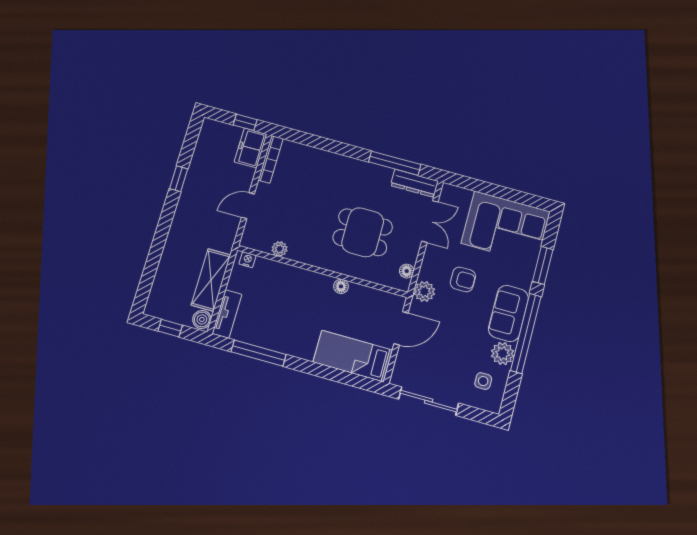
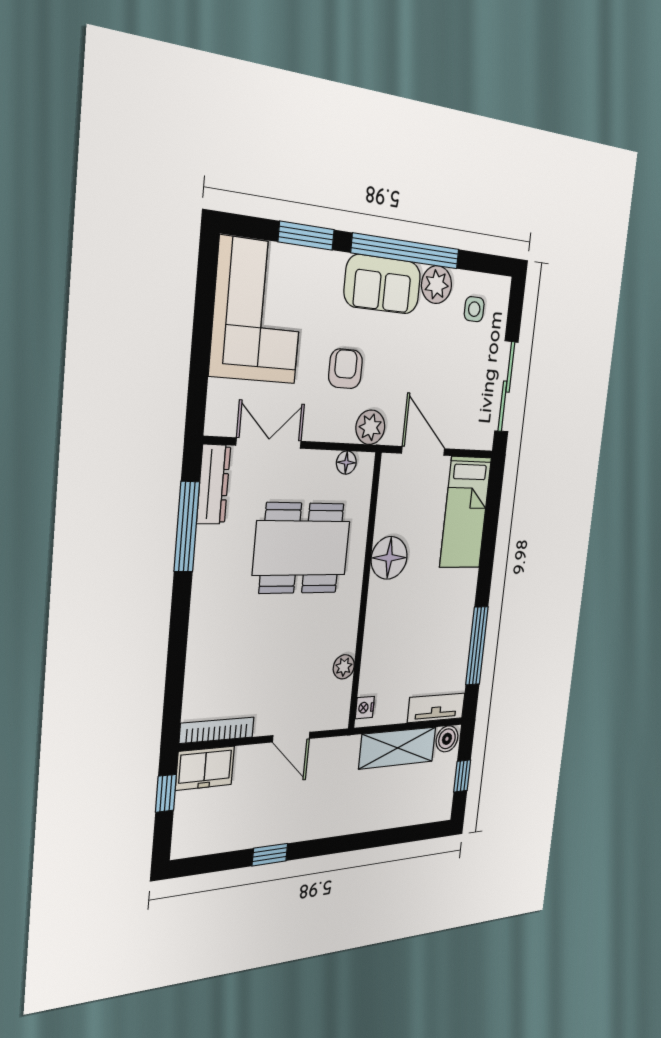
dining table: (363, 232) -> (302, 548), width x1.38
floor lamp: (341, 286) -> (389, 558), width x1.89, depth x1.89

